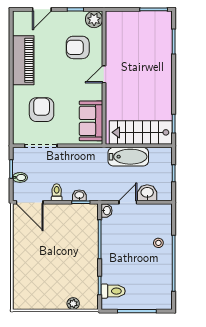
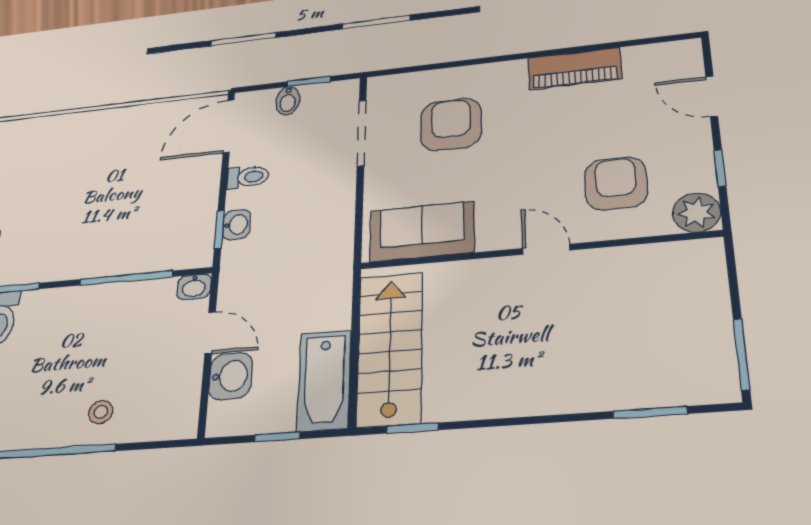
piano: (23, 60) -> (574, 68), width x0.73, depth x0.75
armchair: (42, 110) -> (451, 124), turned -90
bathtub: (128, 157) -> (324, 380), moved

